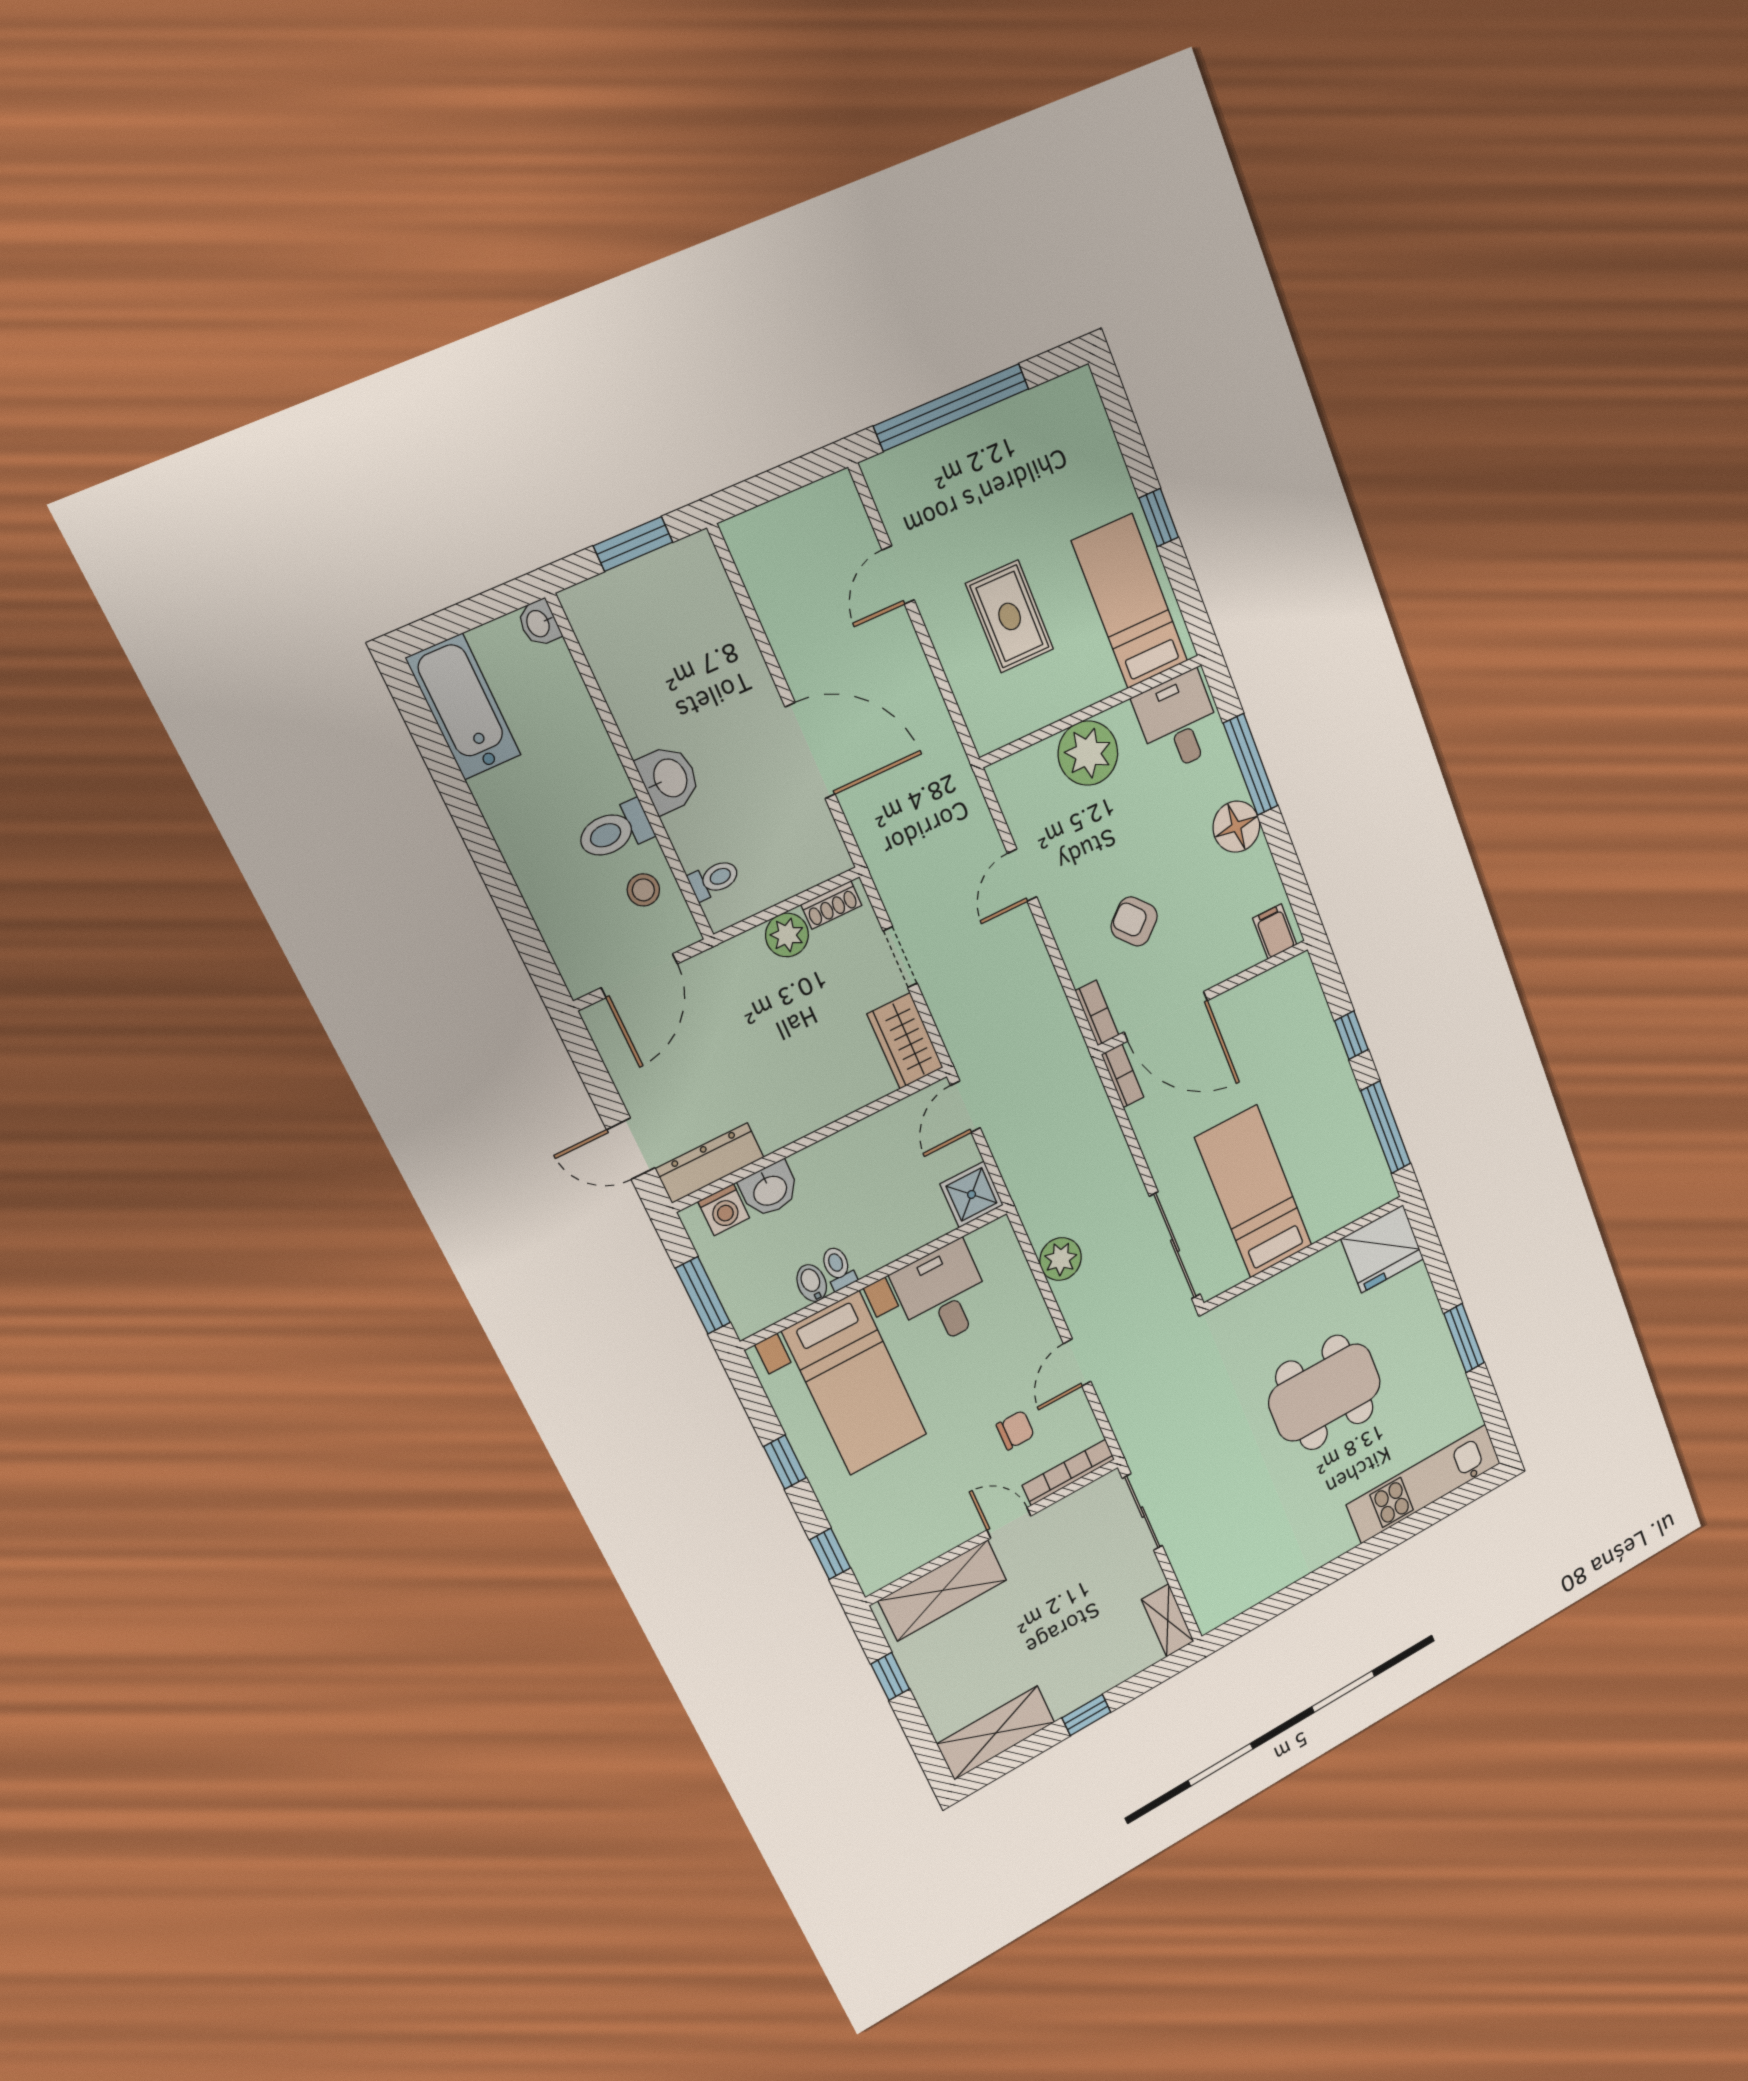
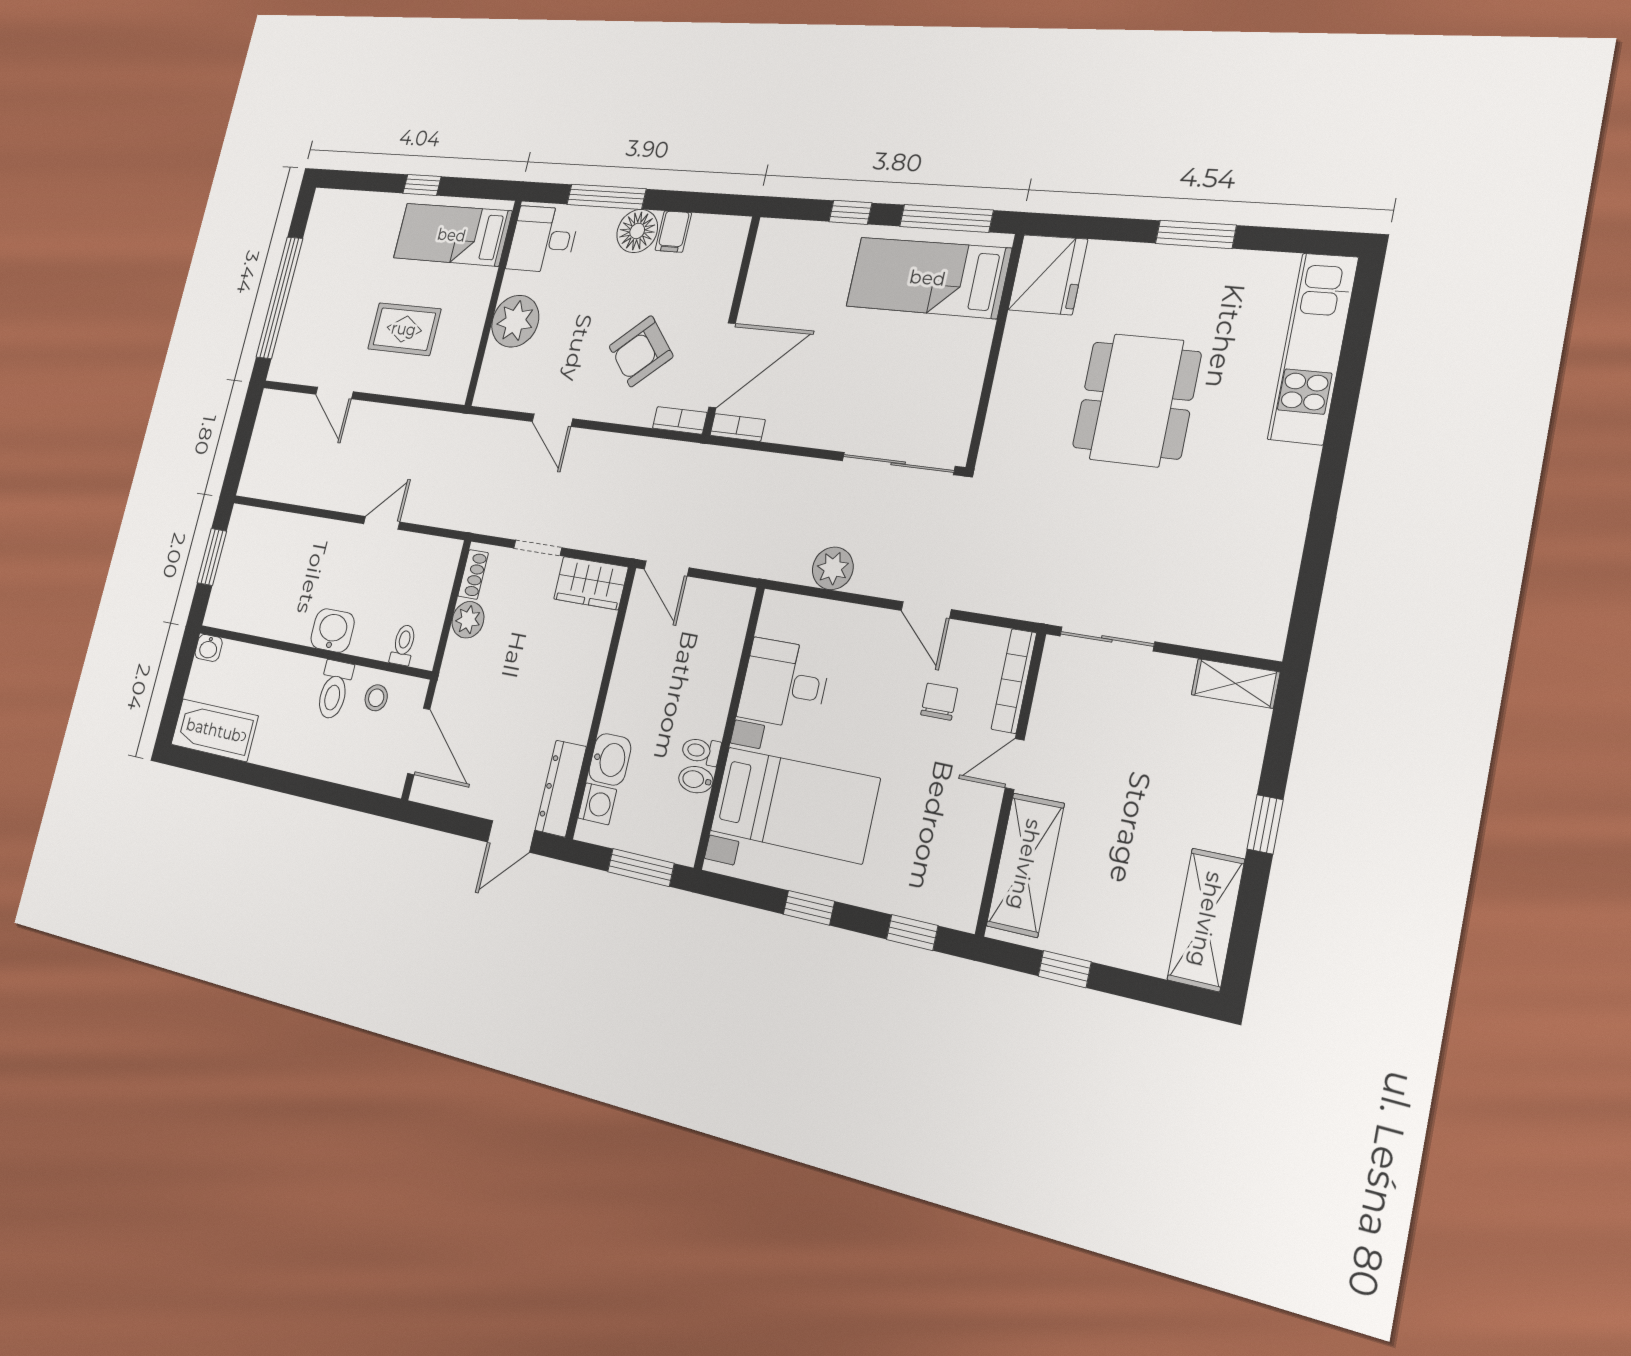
door: (810, 751) -> (382, 523), width x0.53
armchair: (1134, 921) -> (641, 351), width x1.38, depth x1.38
filing cabinet: (1275, 932) -> (673, 232), moved, turned -90
bed: (1254, 1192) -> (928, 278), moved
shower: (972, 1194) -> (730, 608), removed

